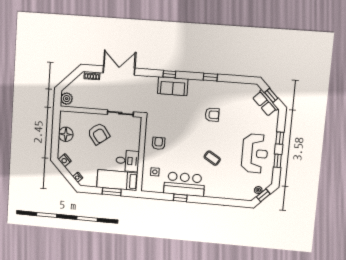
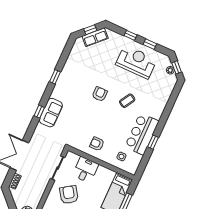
armchair: (212, 115) -> (100, 94), moved
armchair: (99, 134) -> (69, 195), turned -88
desk: (127, 161) -> (85, 170), moved

